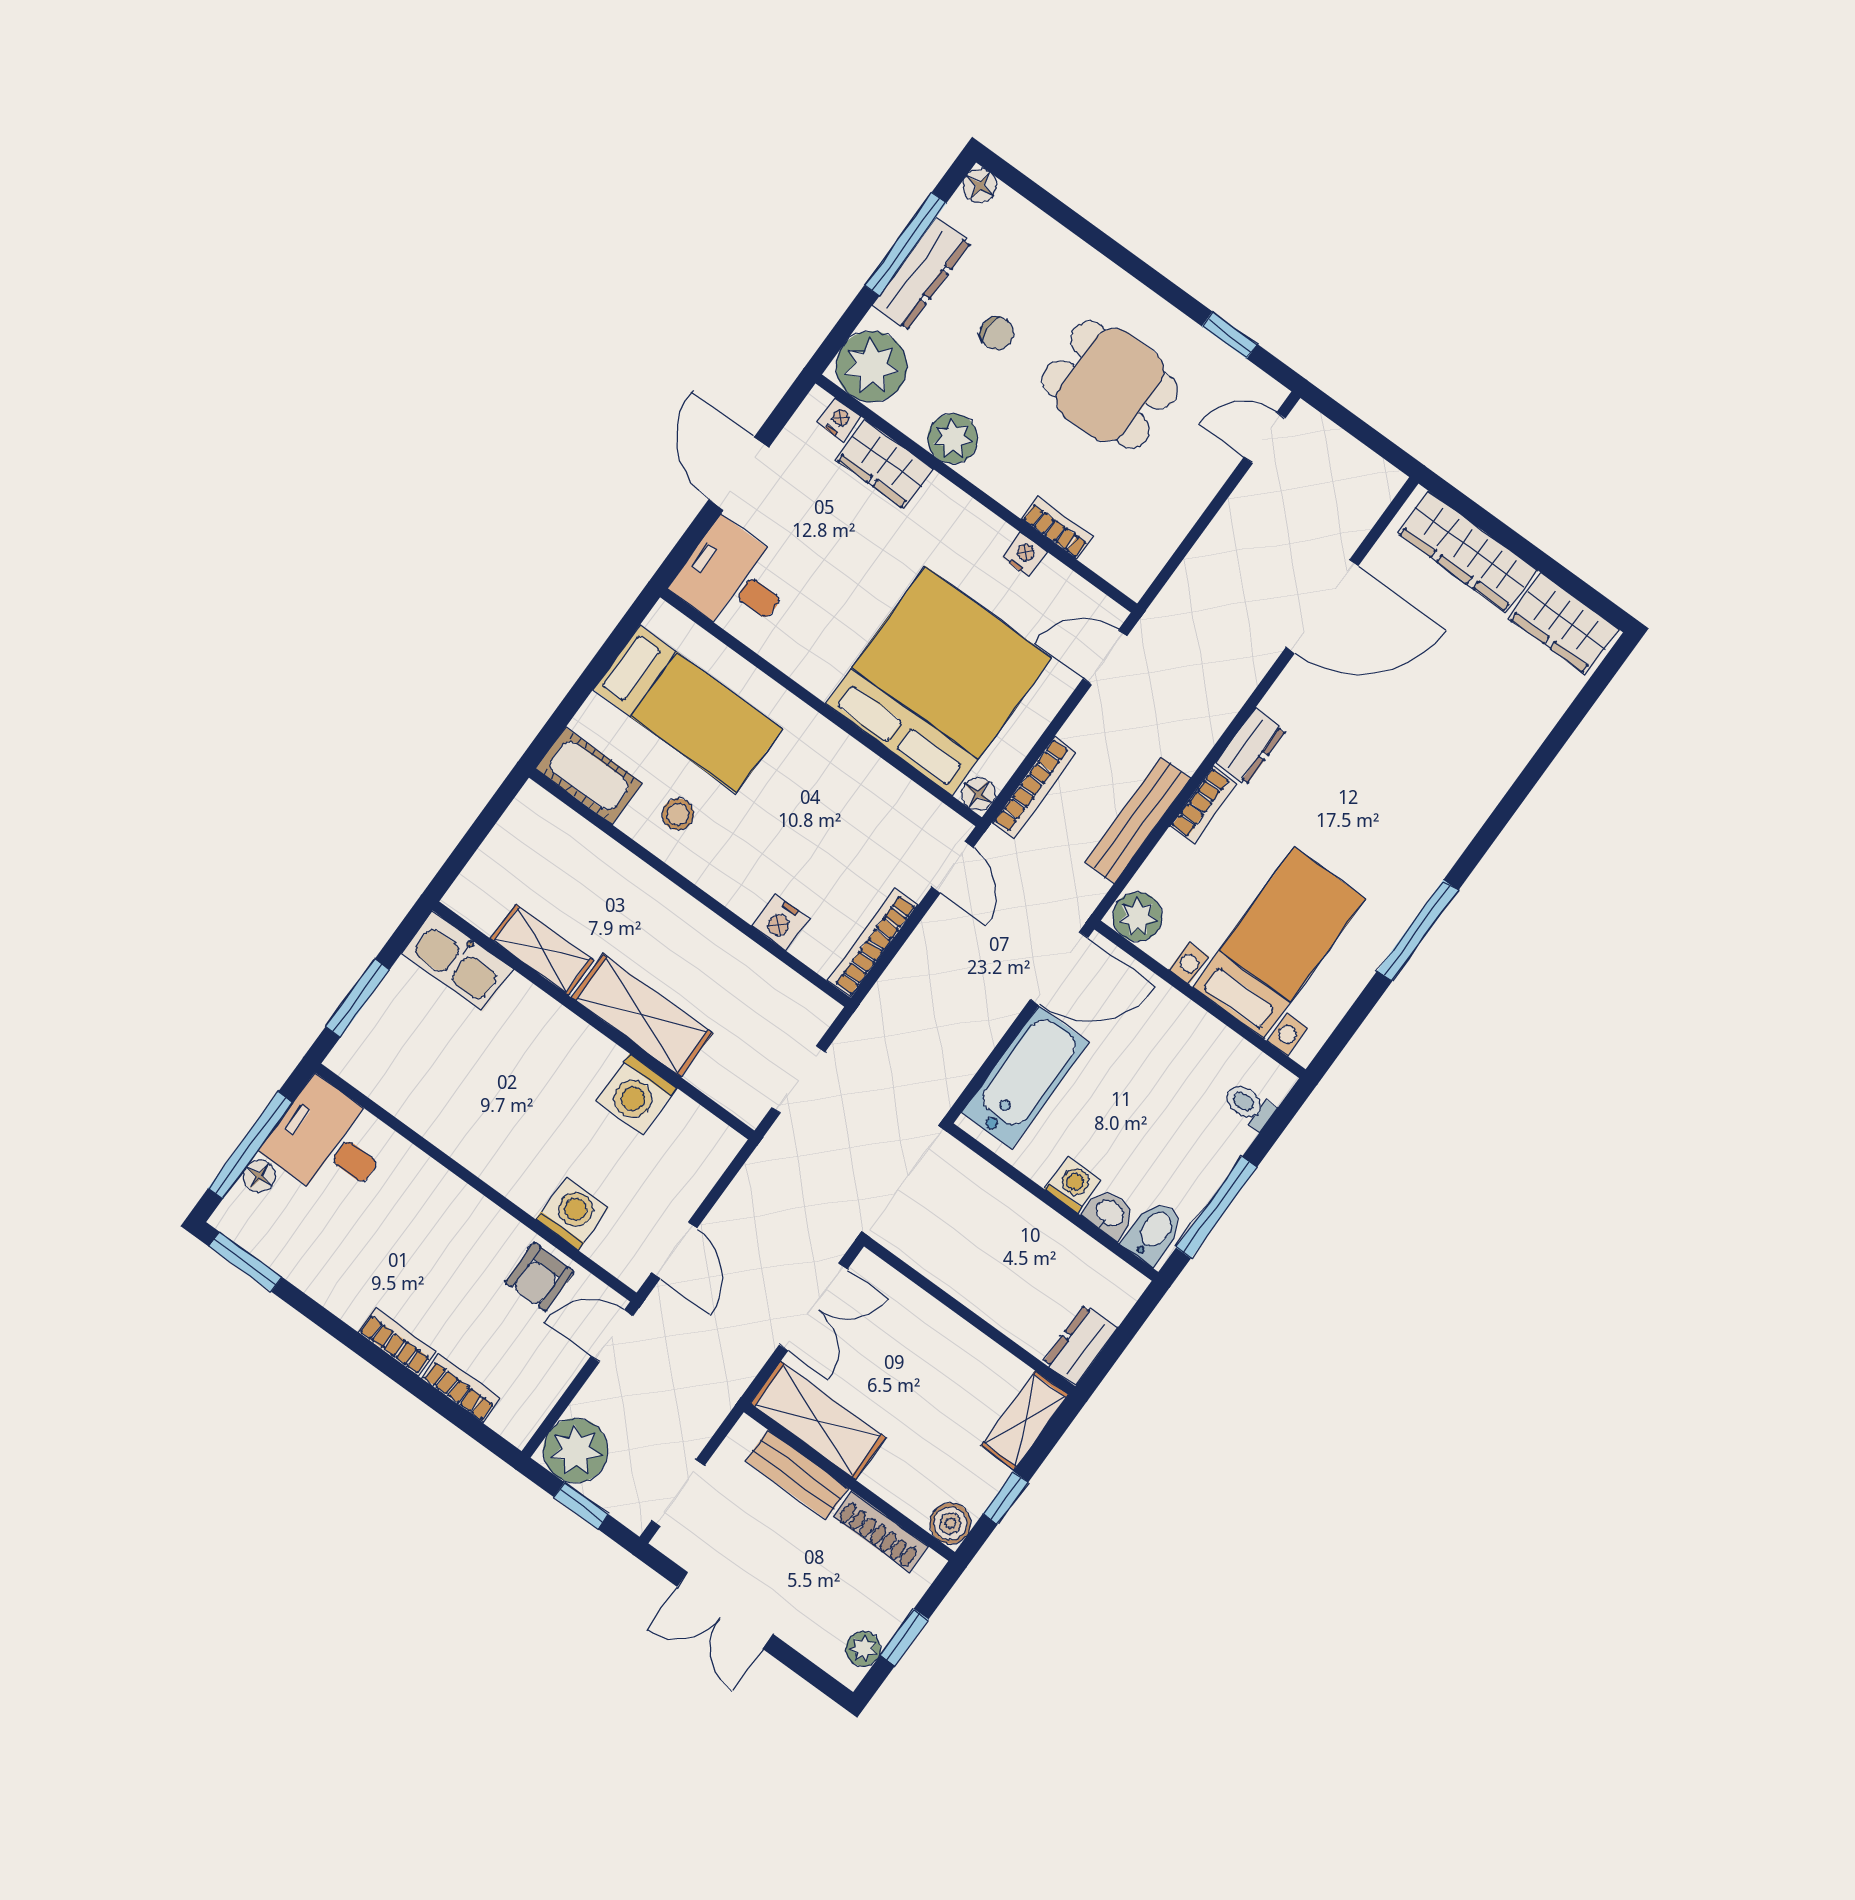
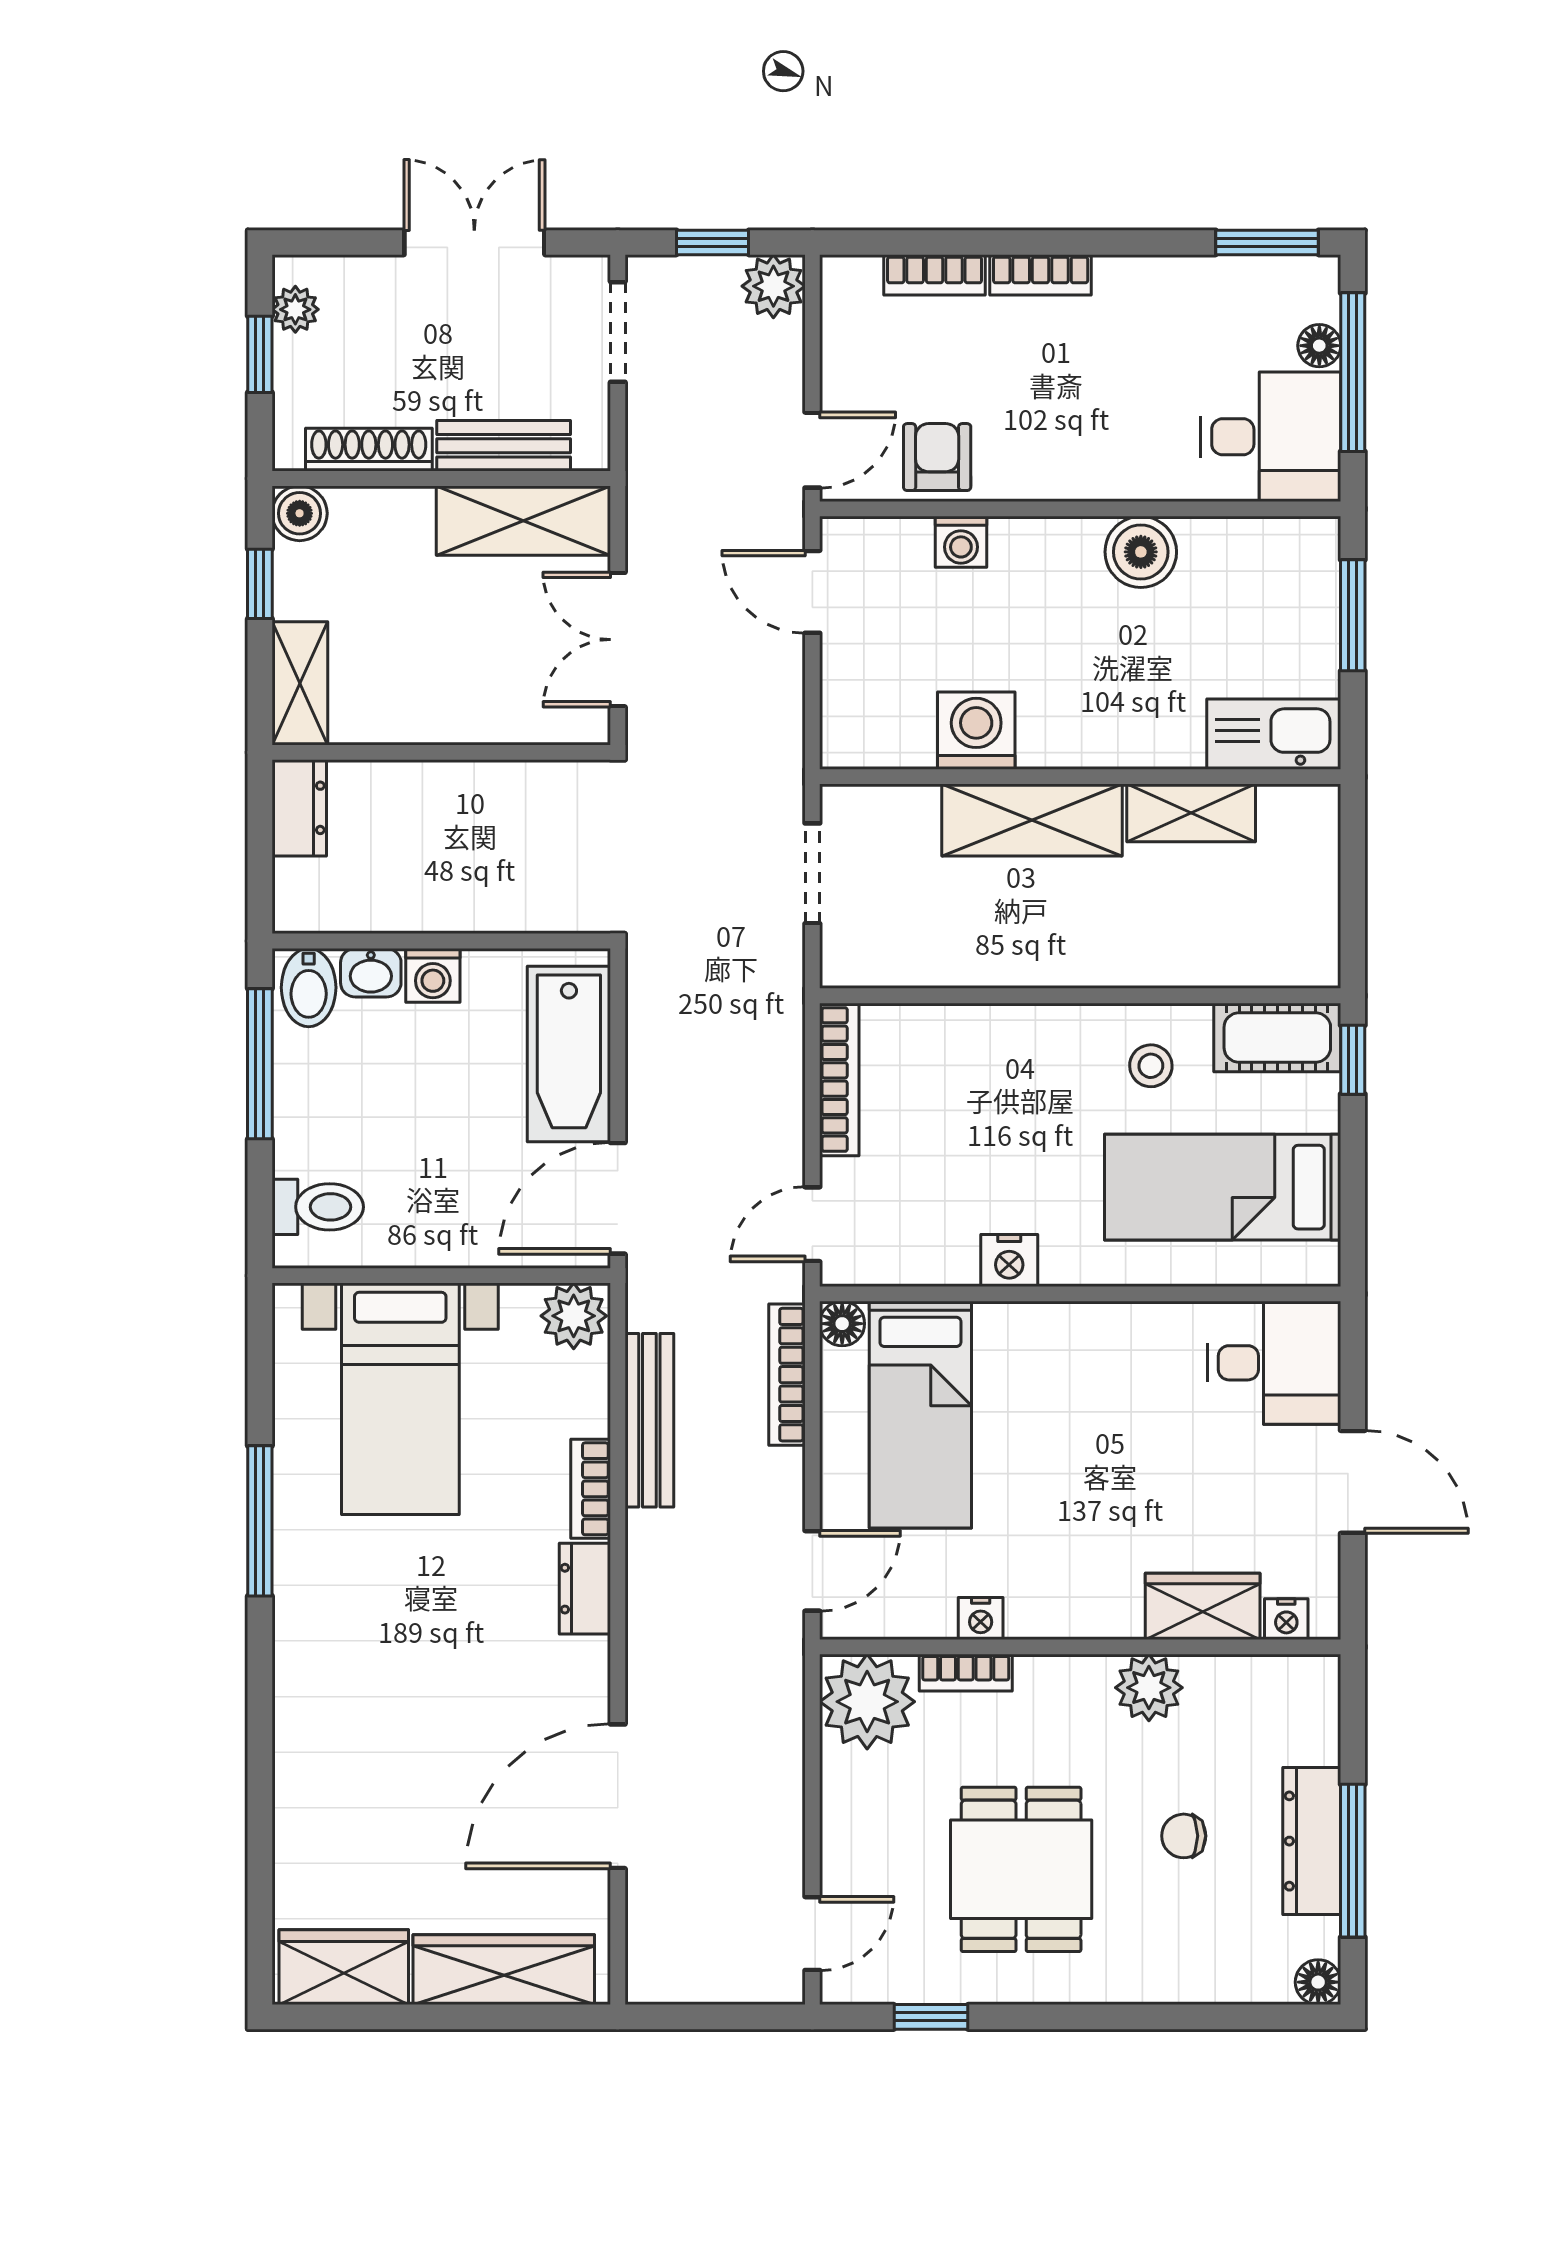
plant: (871, 367) -> (867, 1702), moved
dining table: (1110, 385) -> (1021, 1869), turned 90
bed: (939, 681) -> (920, 1415), width x0.49
window: (553, 729) -> (1353, 1060), added
door: (953, 867) -> (812, 1224), hinge flipped
nightstand: (780, 923) -> (1009, 1260), moved, turned 180
toilet: (1249, 1106) -> (318, 1207), width x1.37, depth x1.39
boiler: (458, 1130) -> (1141, 552), added
washing machine: (572, 1214) -> (961, 542), width x0.73, depth x0.73
plant: (575, 1450) -> (773, 286), width x0.73, depth x0.73

